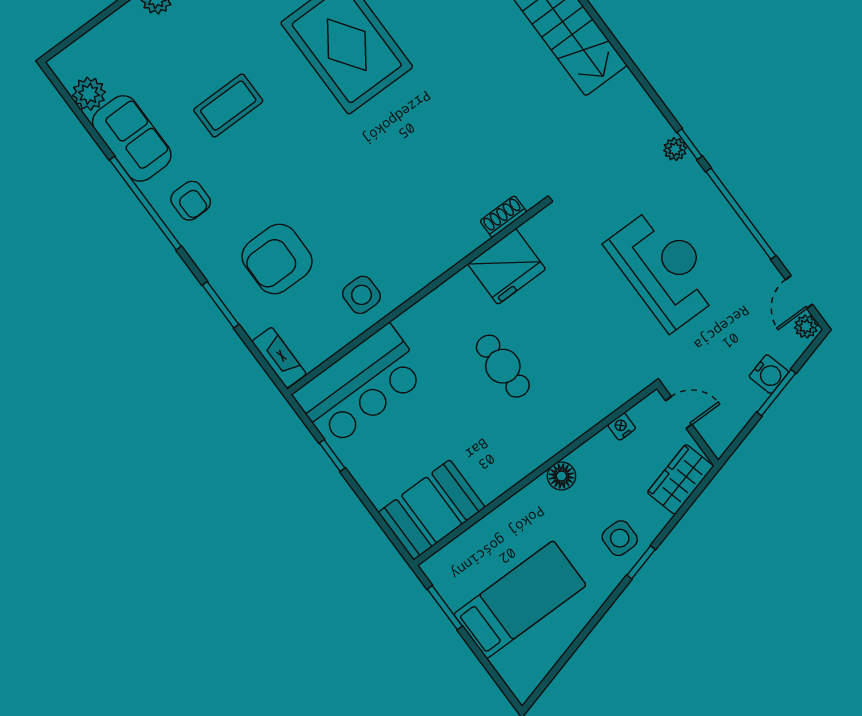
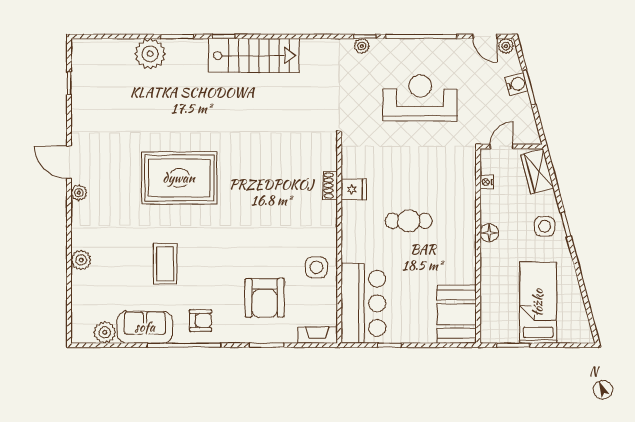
shoe rack: (503, 217) -> (330, 185), moved
fridge: (507, 266) -> (354, 189), width x0.53, depth x0.75

